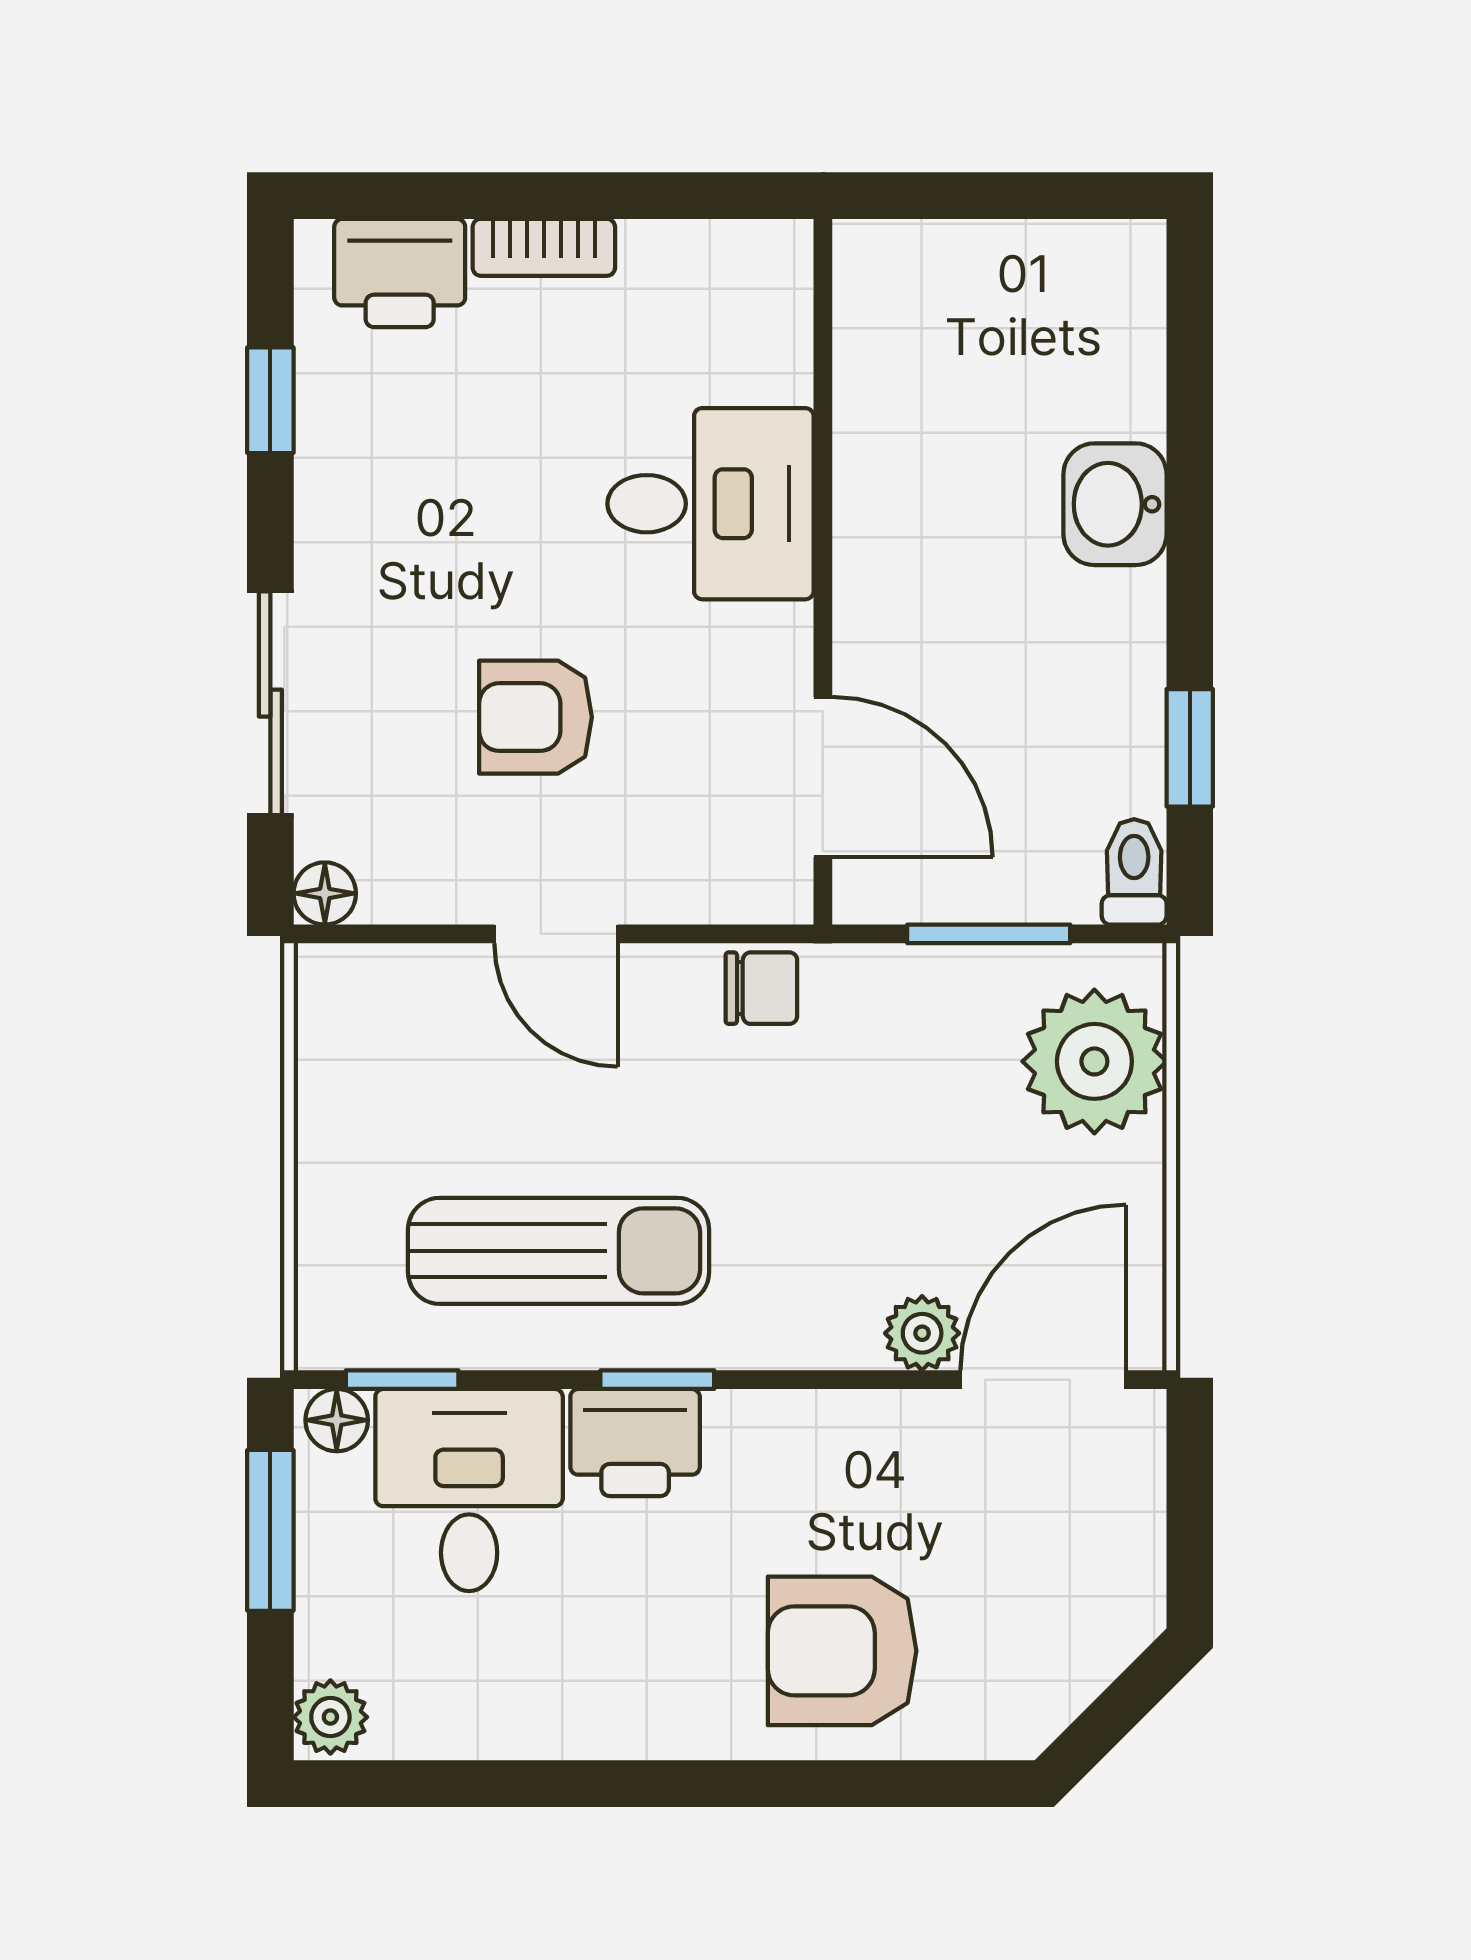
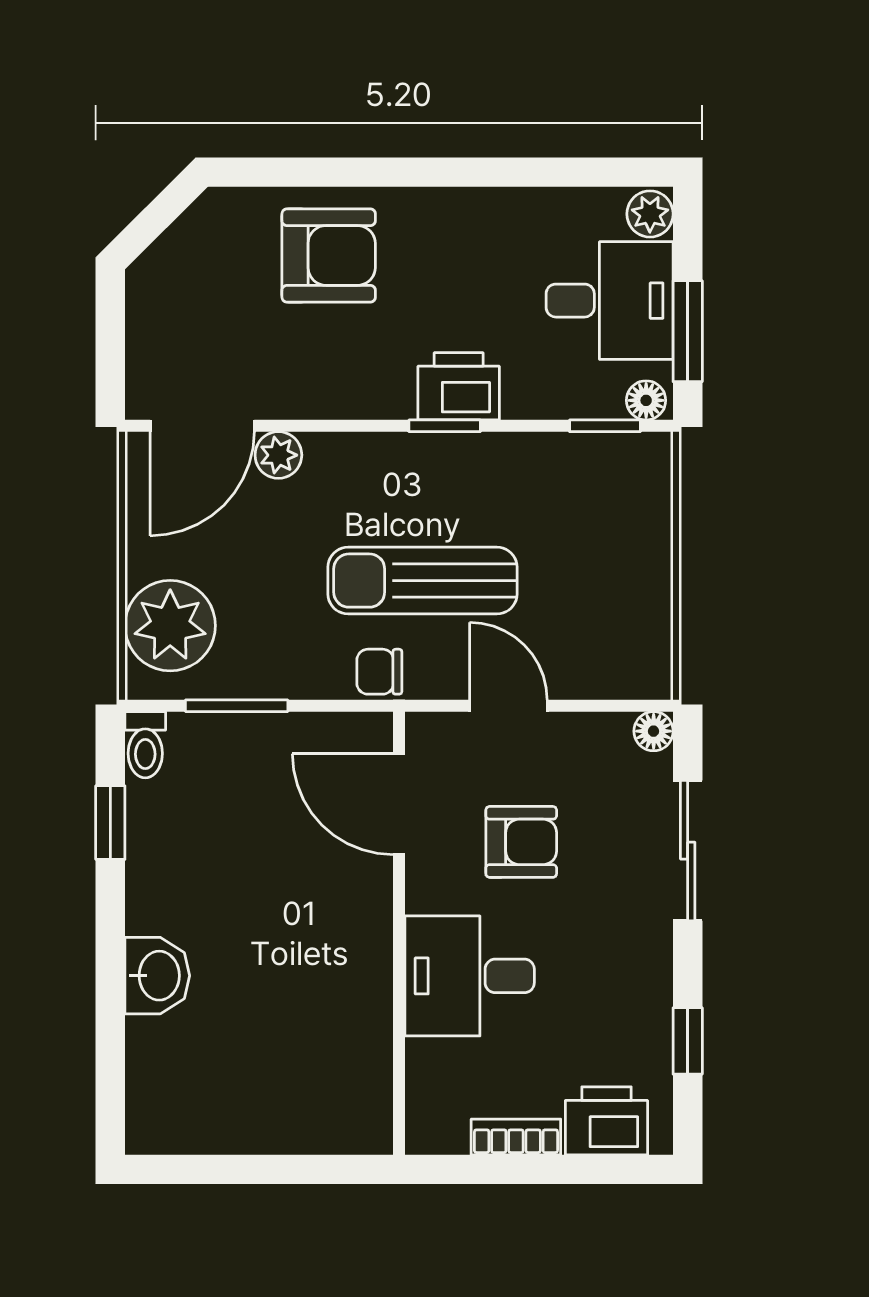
desk: (711, 504) -> (470, 976), moved
wall: (823, 572) -> (399, 933), moved
door: (823, 777) -> (399, 804), moved
sun lounger: (559, 1251) -> (423, 581), moved
desk: (469, 1490) -> (610, 301), moved, turned -90

